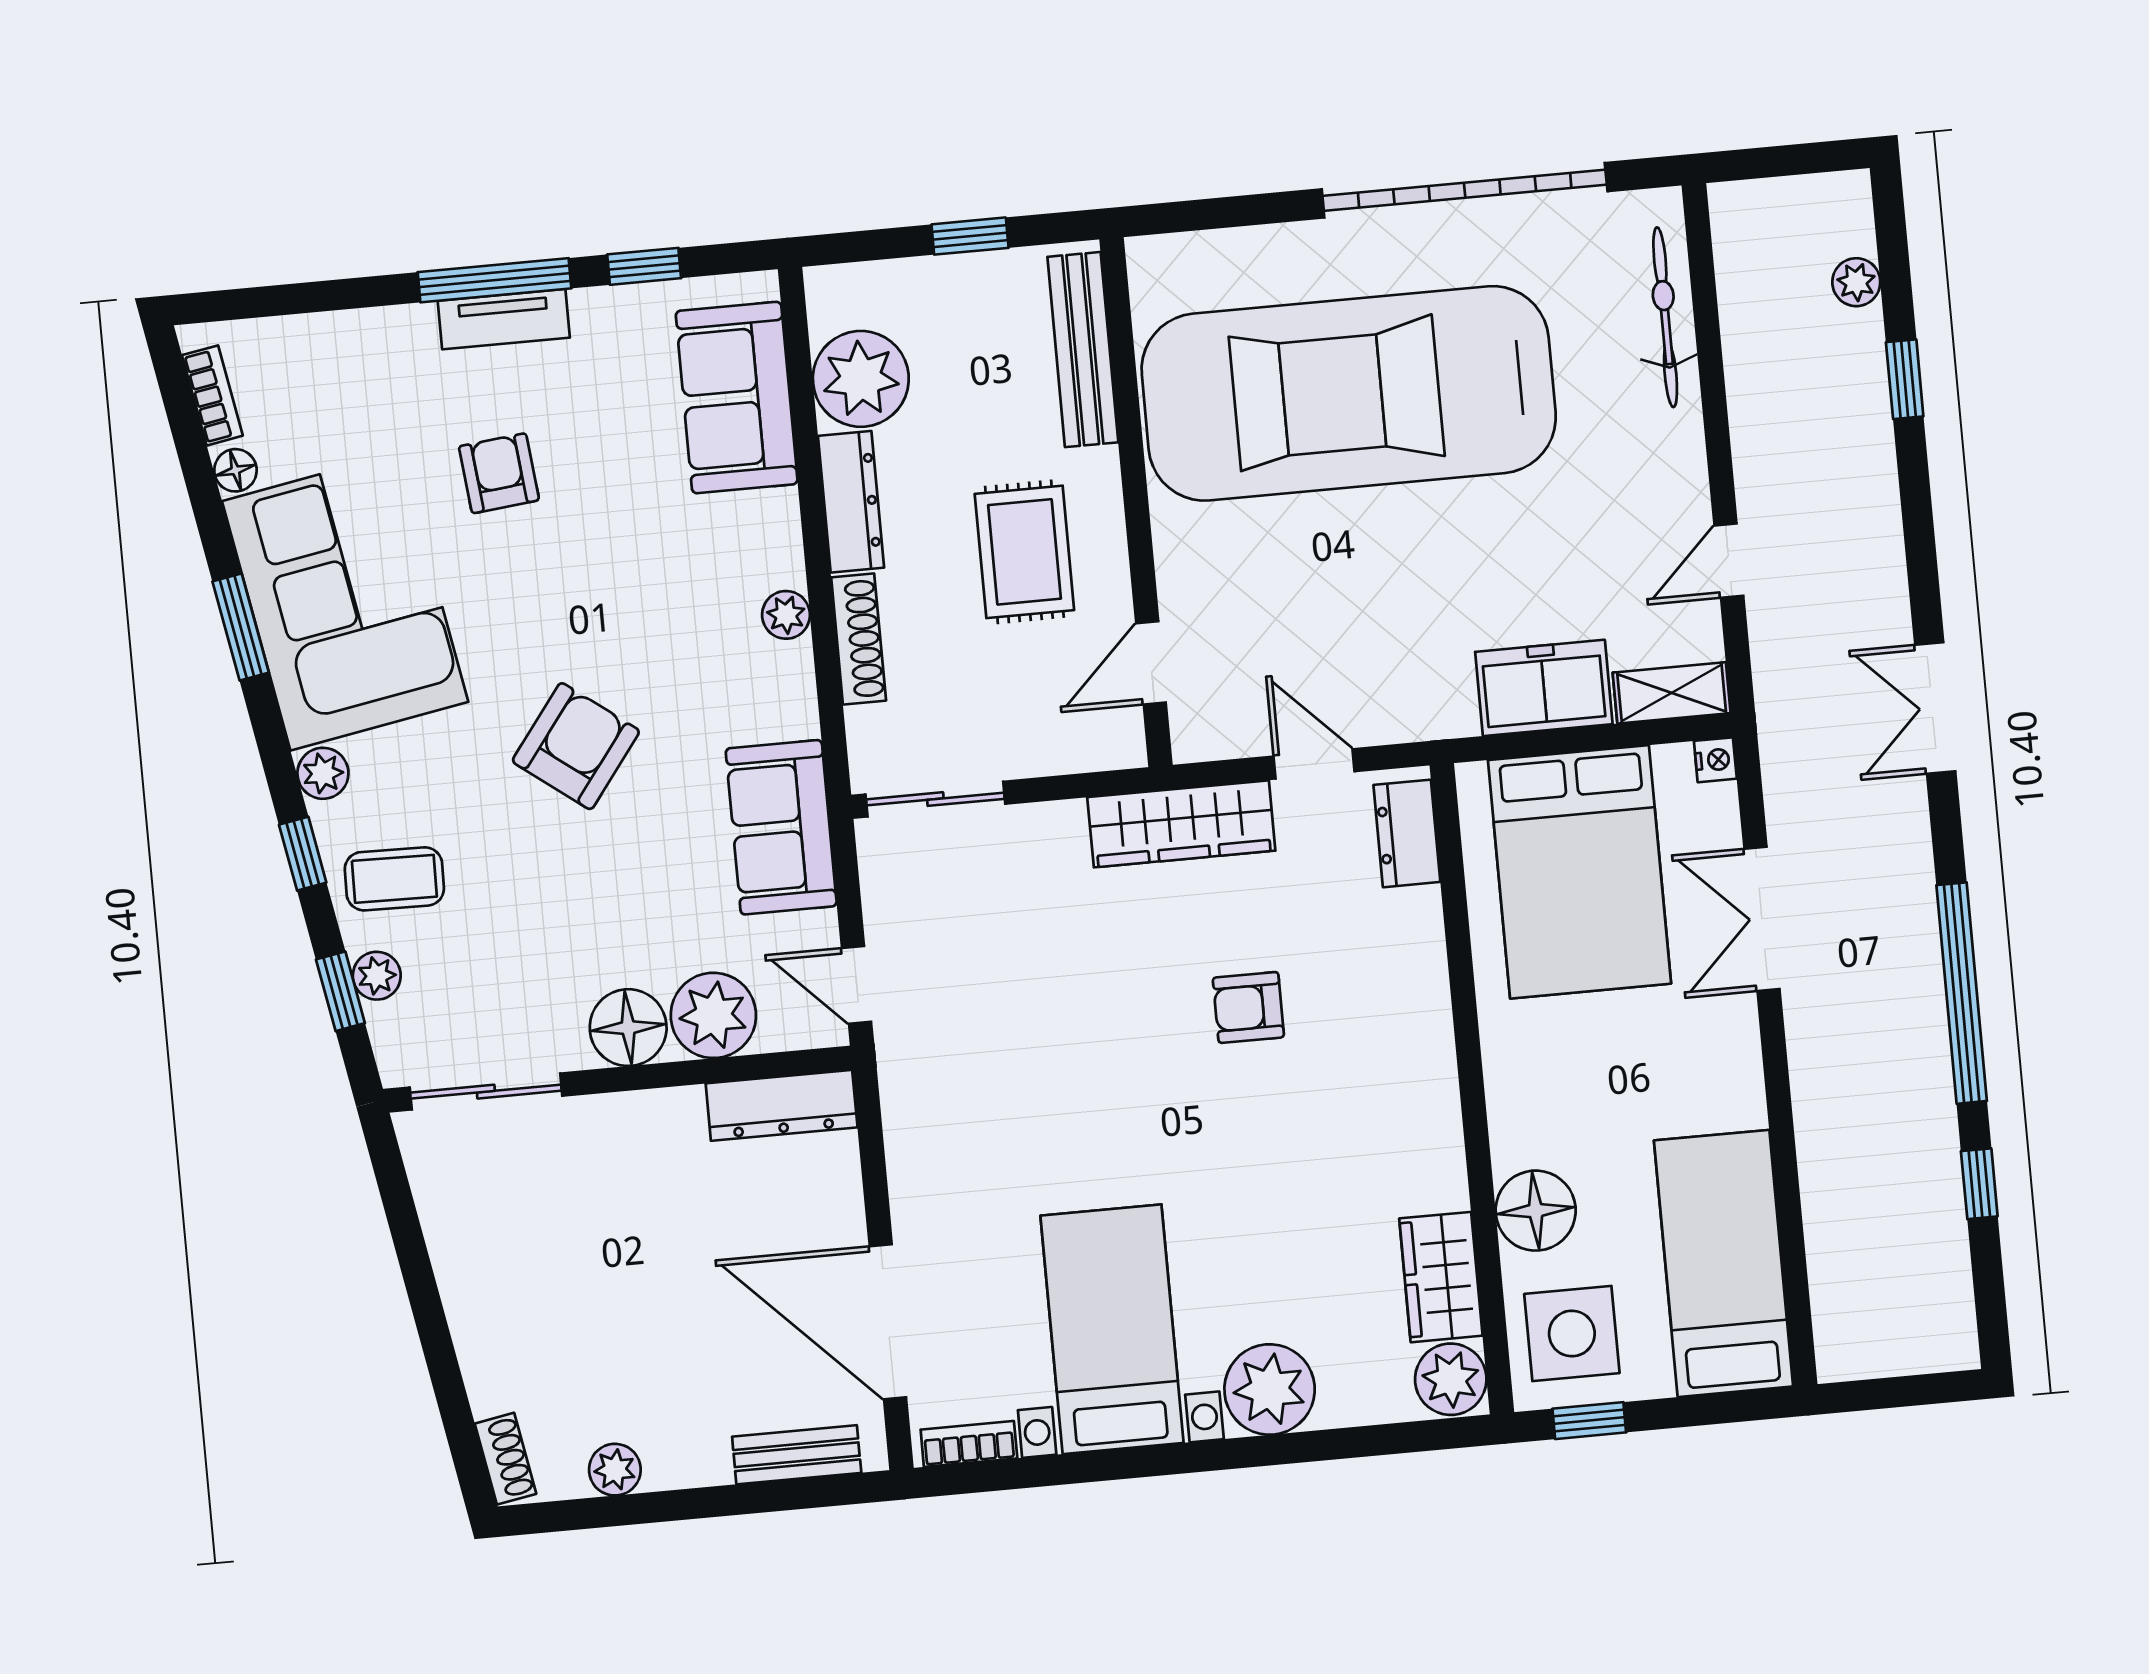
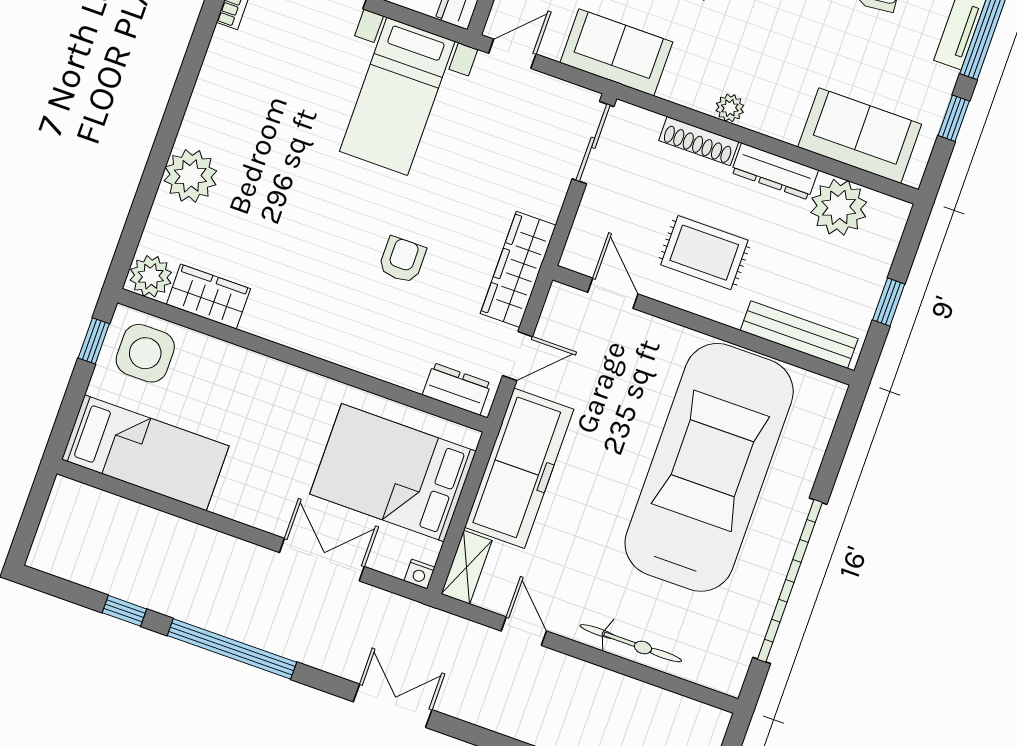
bicycle: (1665, 317) -> (631, 643), moved
freezer: (1544, 688) -> (519, 468), width x1.91, depth x1.26
floor lamp: (1536, 1211) -> (221, 364), removed
bed with nightstands: (1112, 1329) -> (397, 96), moved, turned 90

